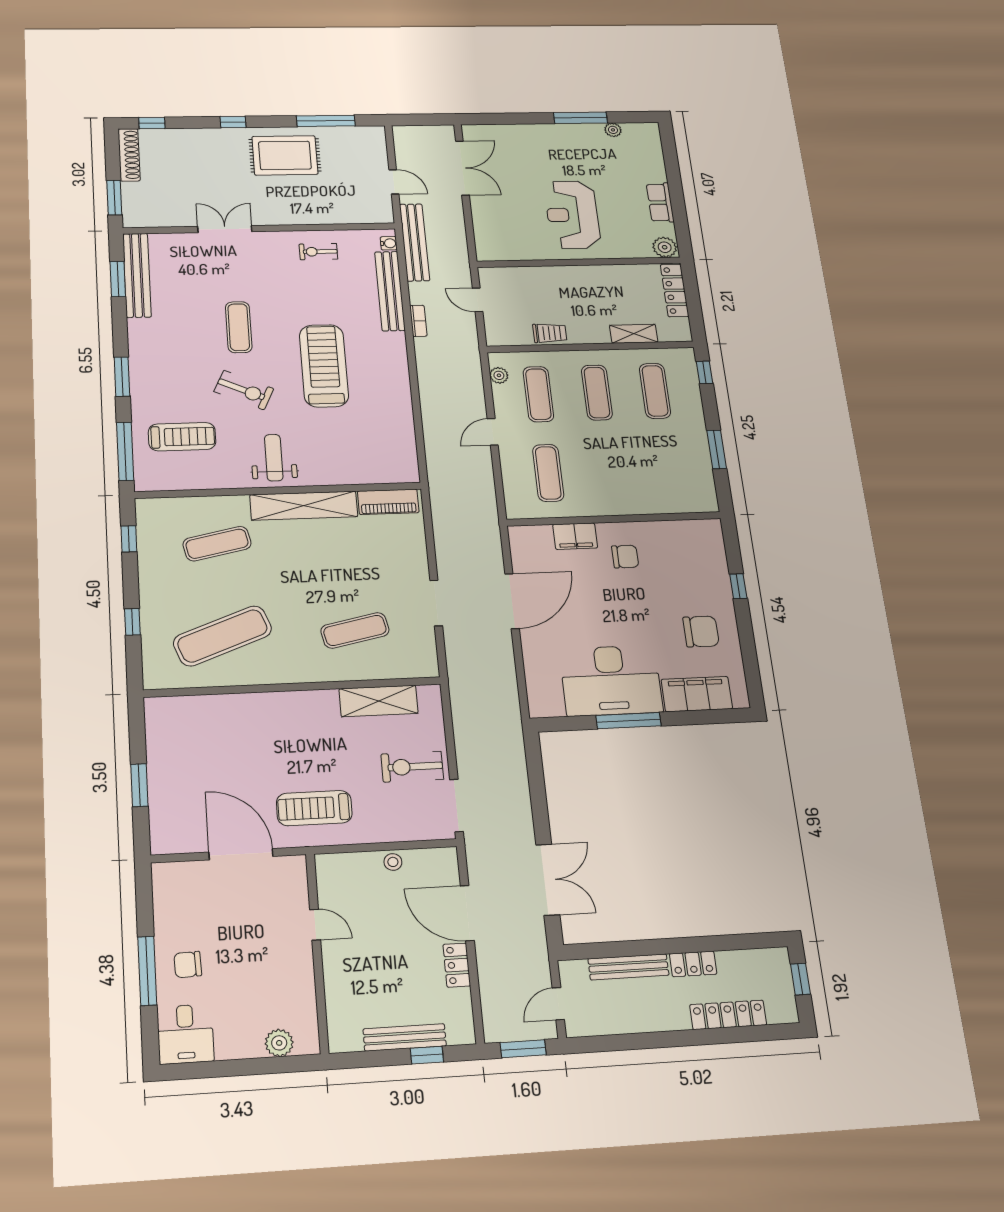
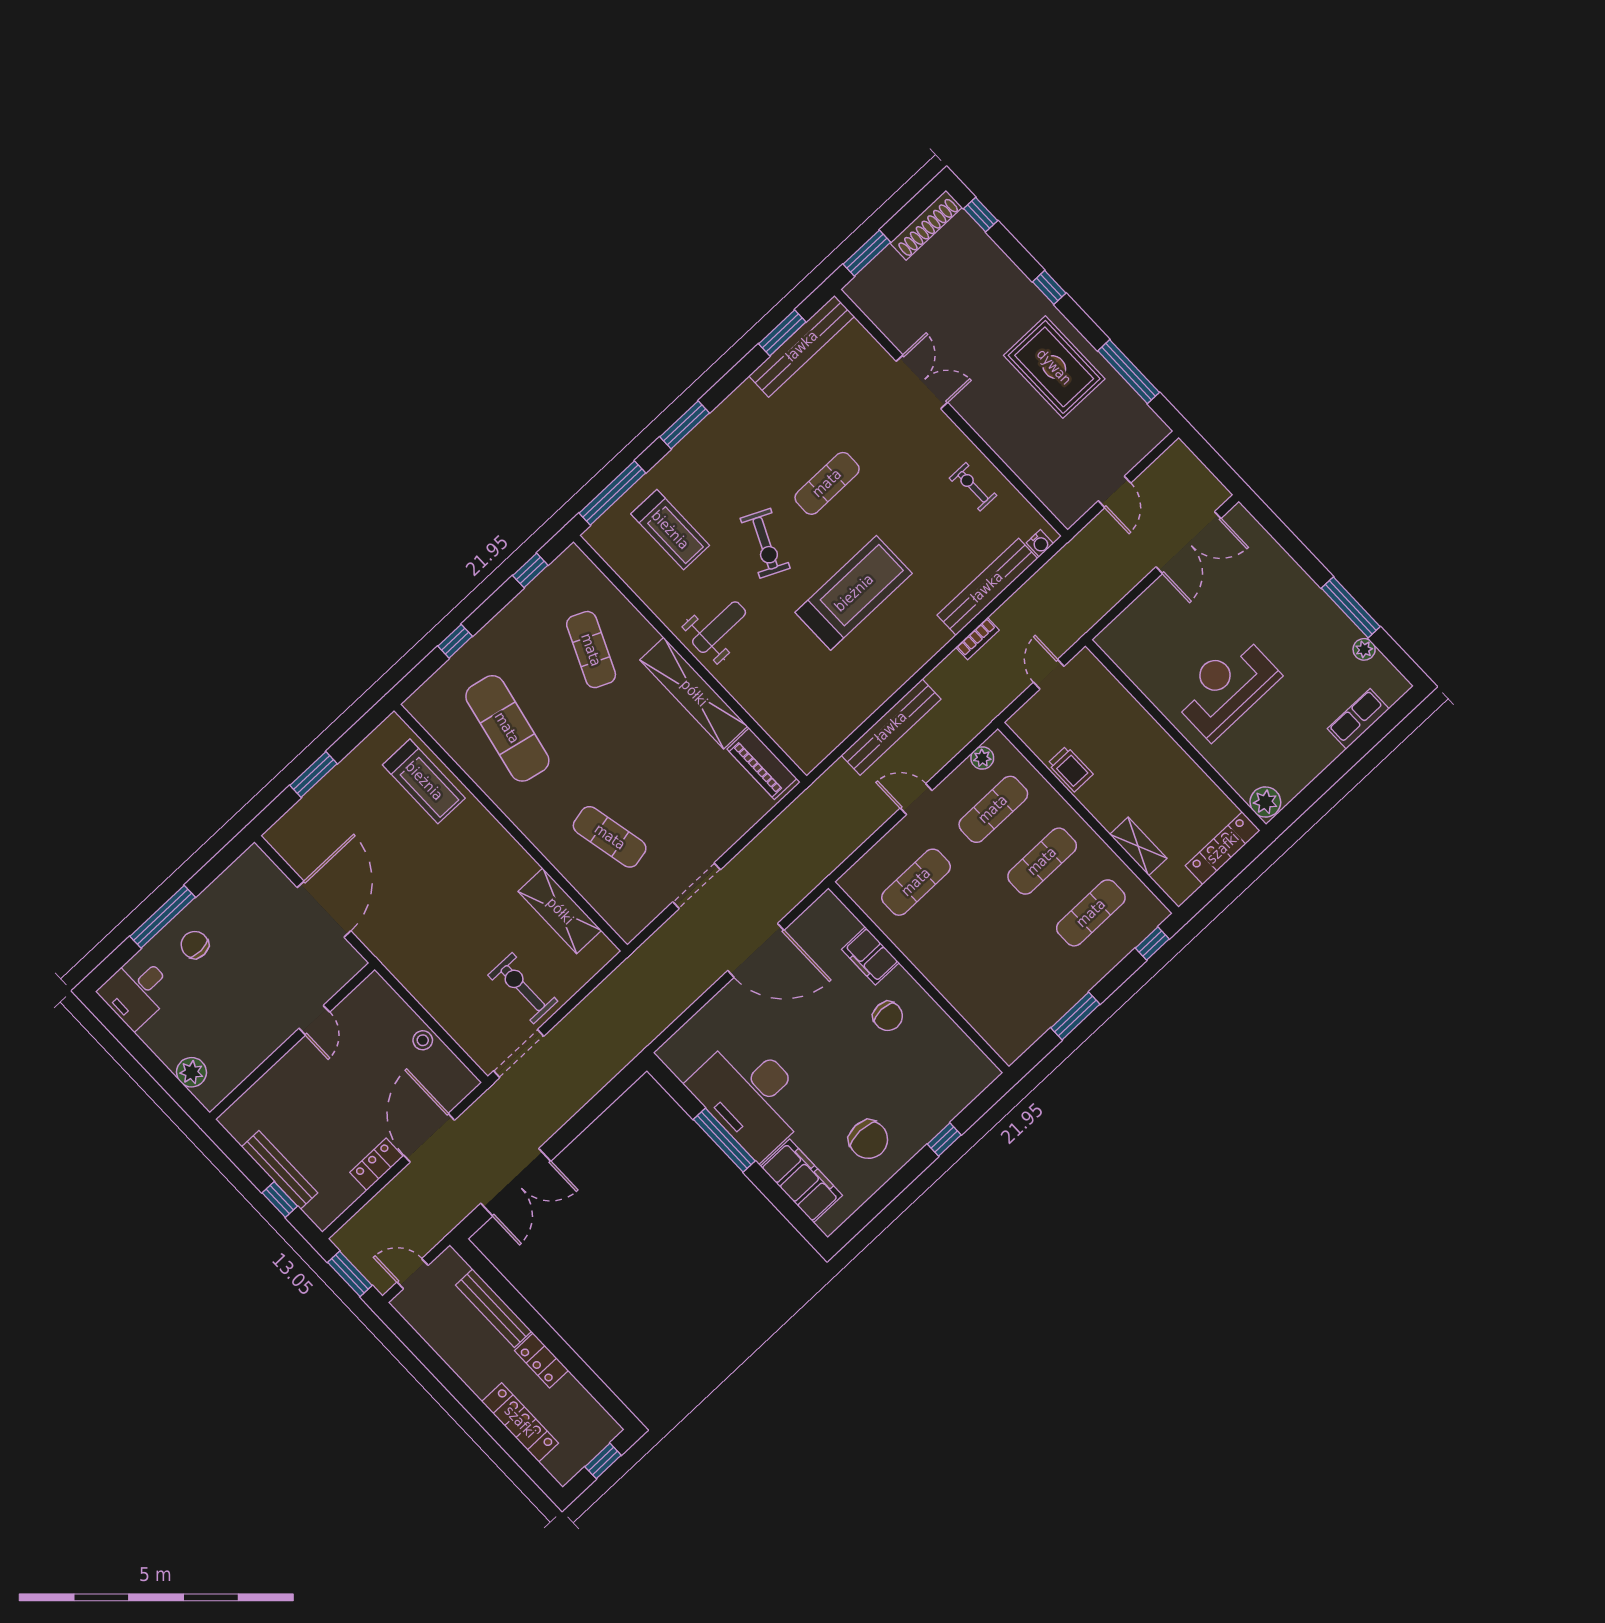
row of seats: (660, 202) -> (1358, 719), moved
bench: (415, 242) -> (891, 727), moved
exercise mat: (217, 544) -> (591, 650), turned 36
exercise mat: (223, 636) -> (507, 728), turned 33
treadmill: (314, 808) -> (424, 781), moved, turned 180

